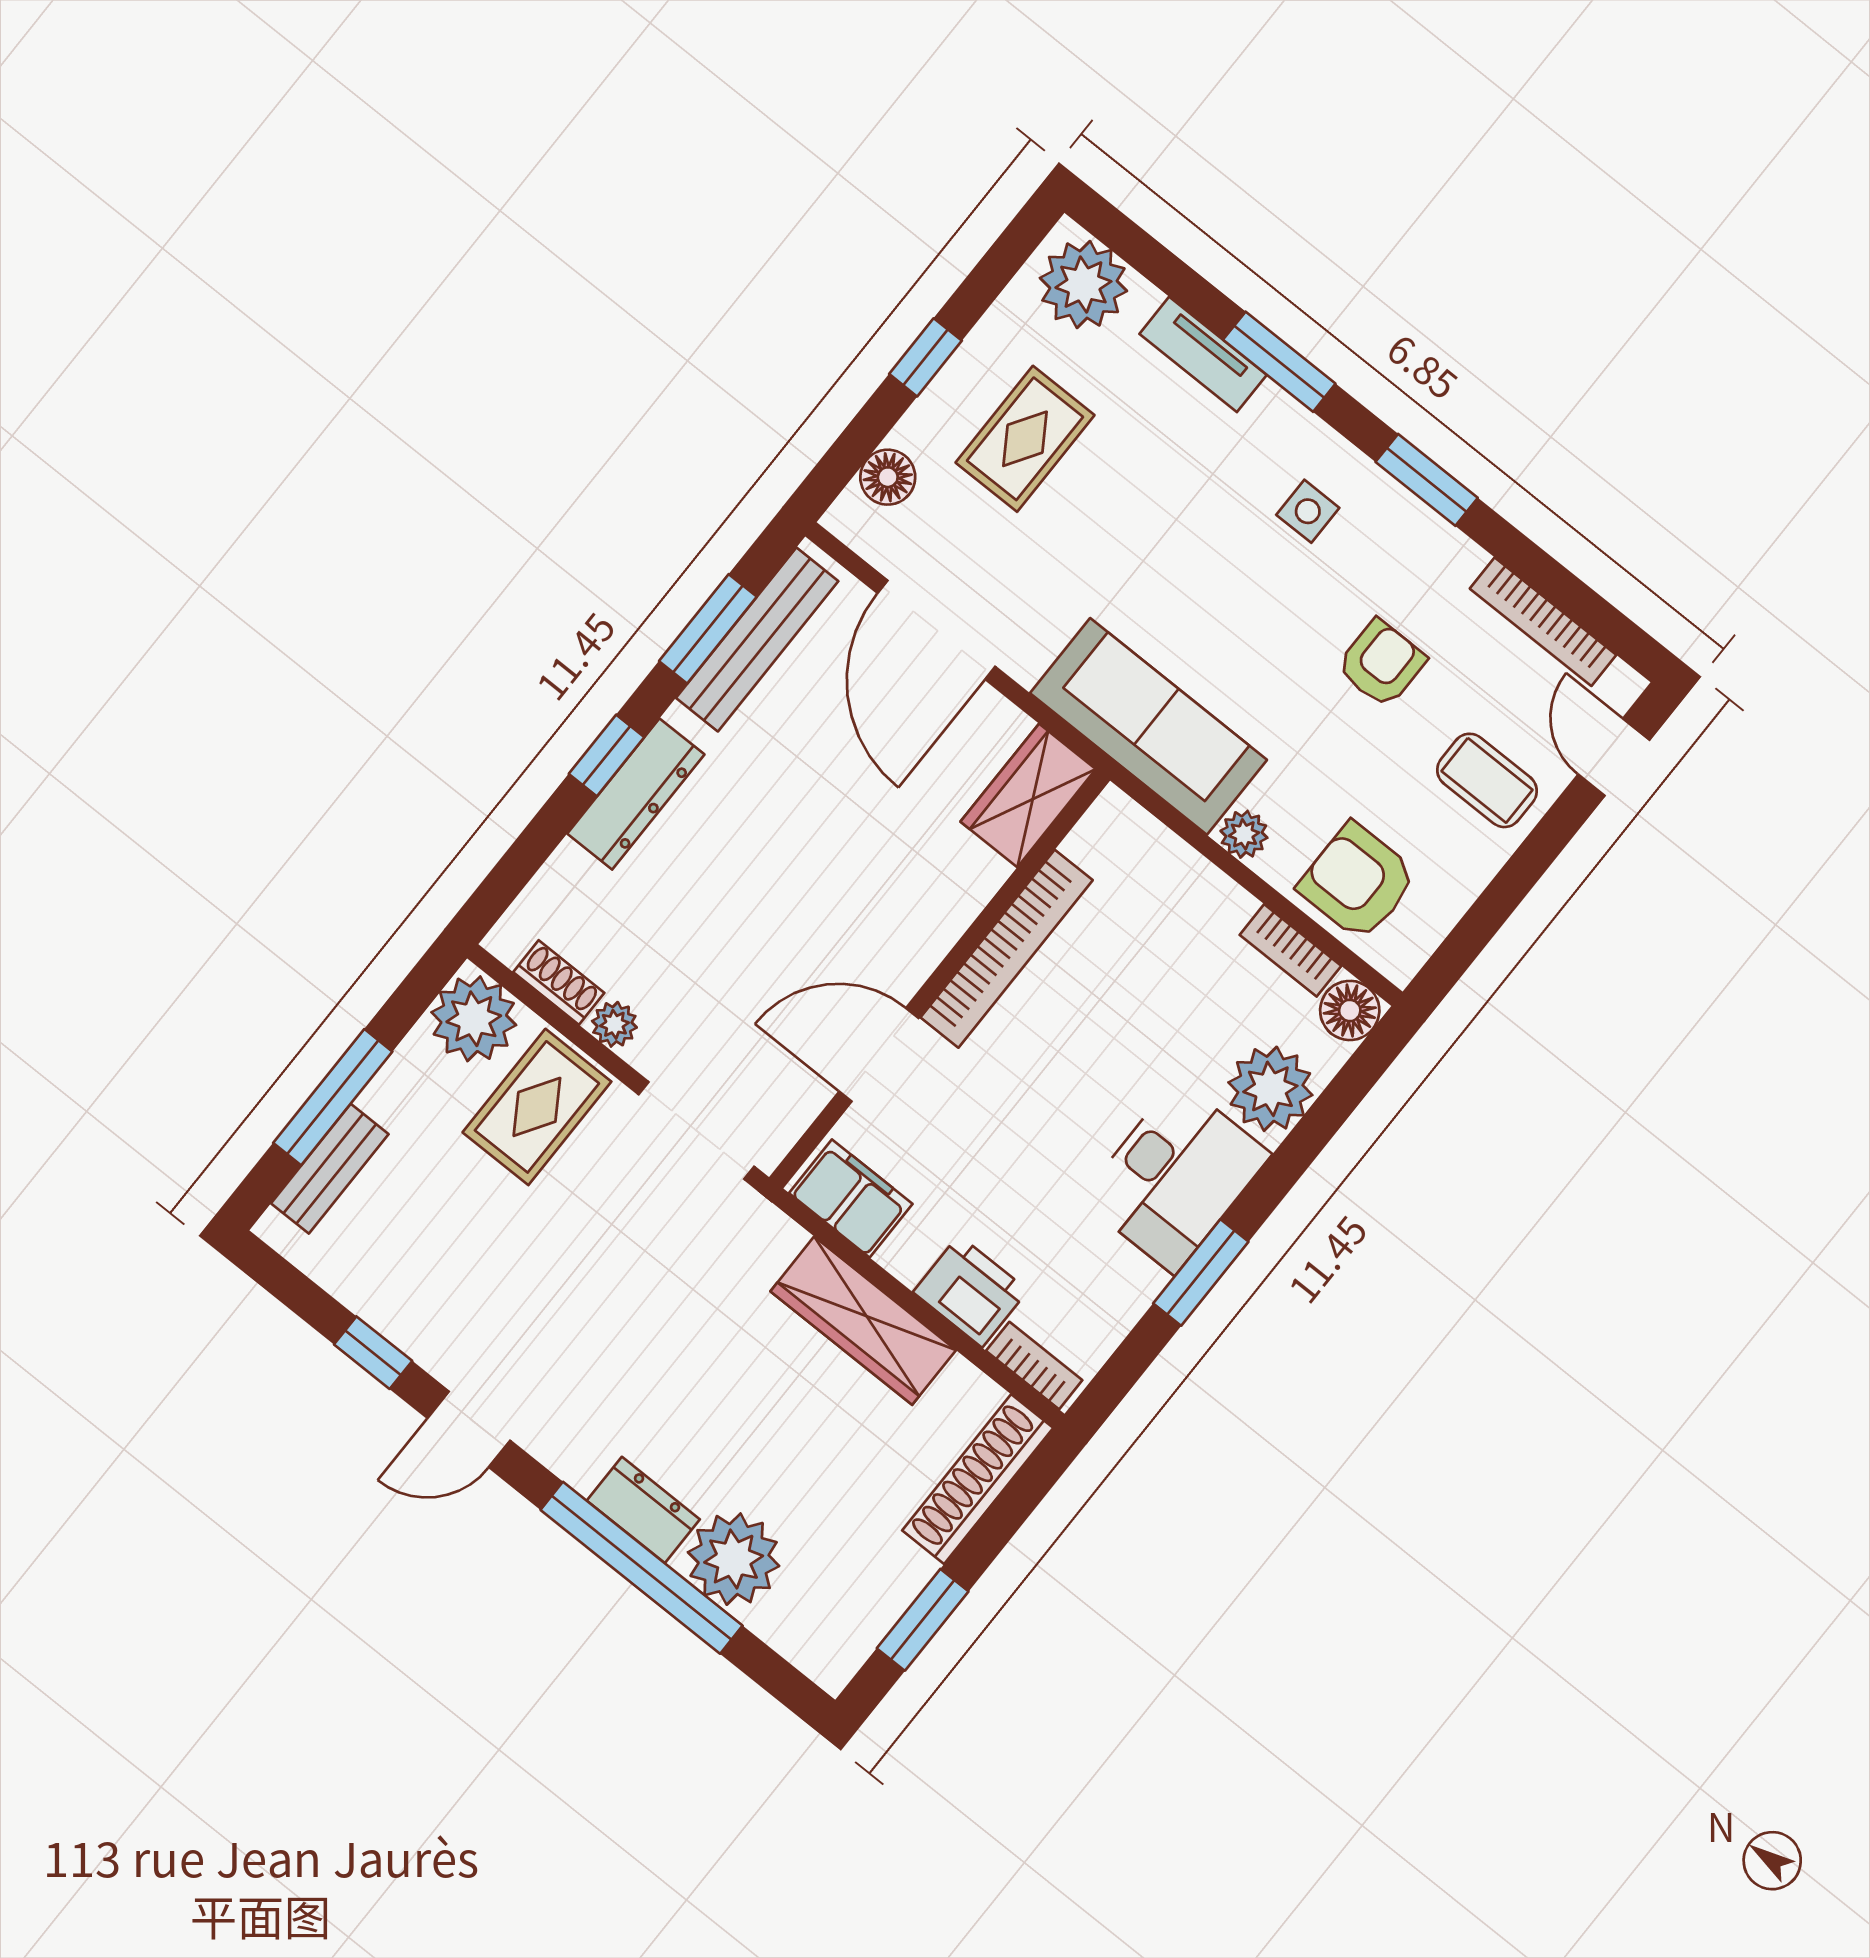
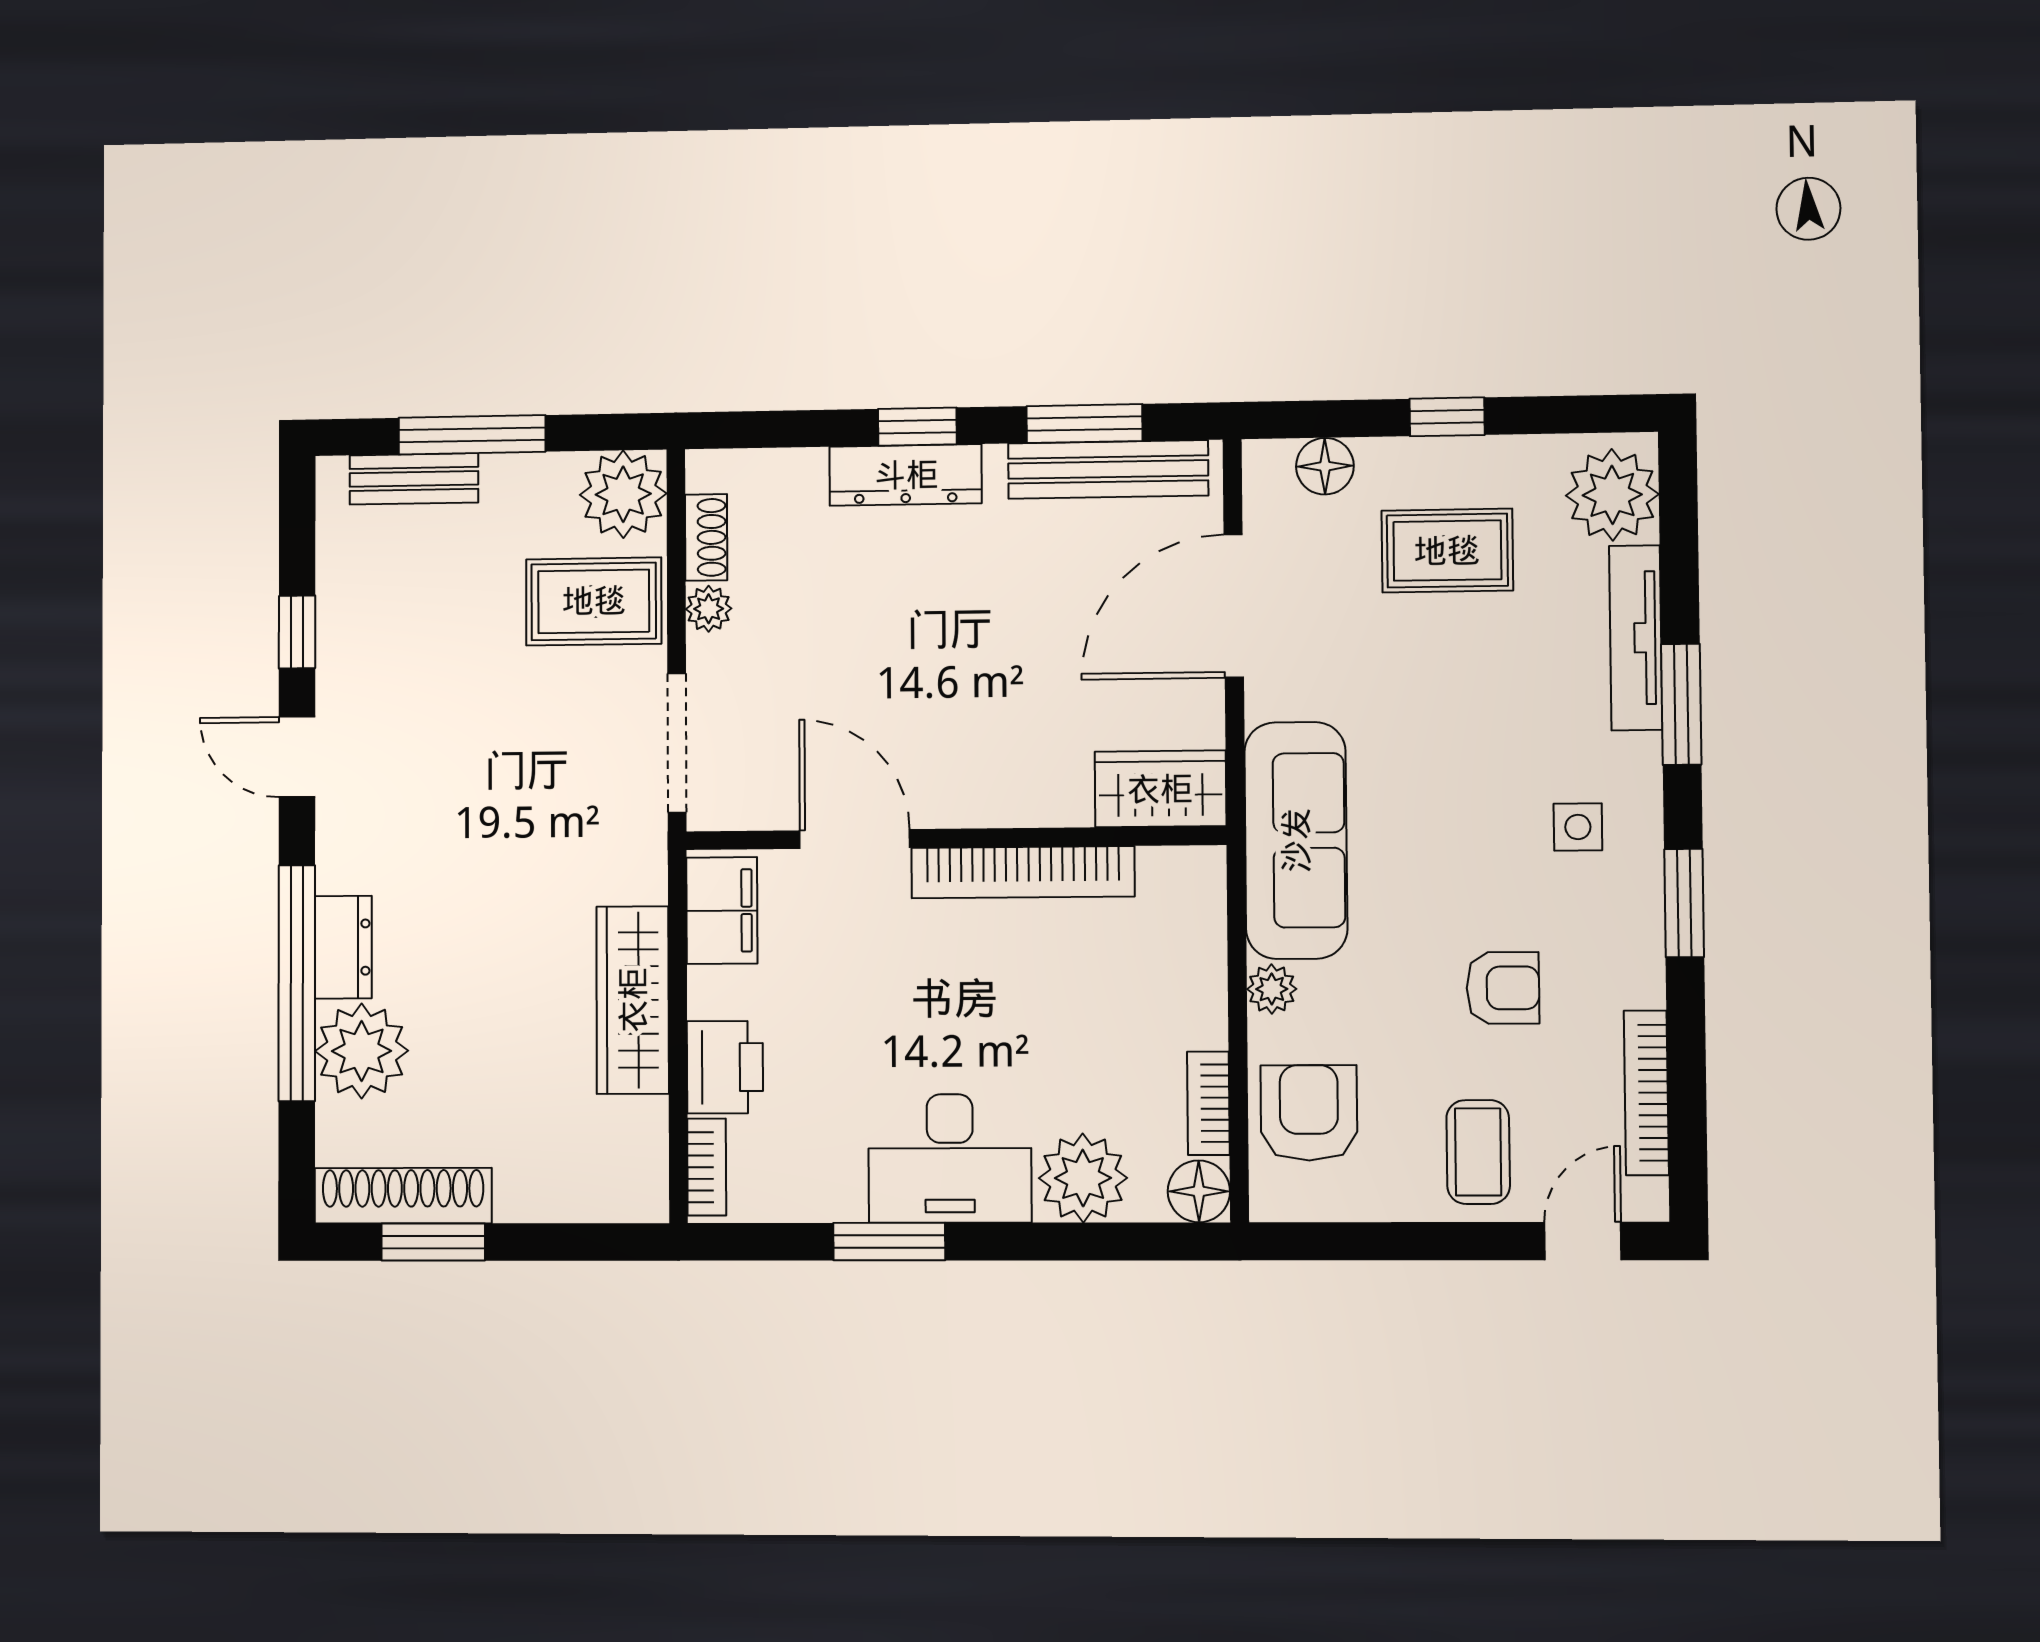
tv unit: (1203, 354) -> (1636, 638), width x1.41
shoe rack: (978, 1479) -> (403, 1196), moved

